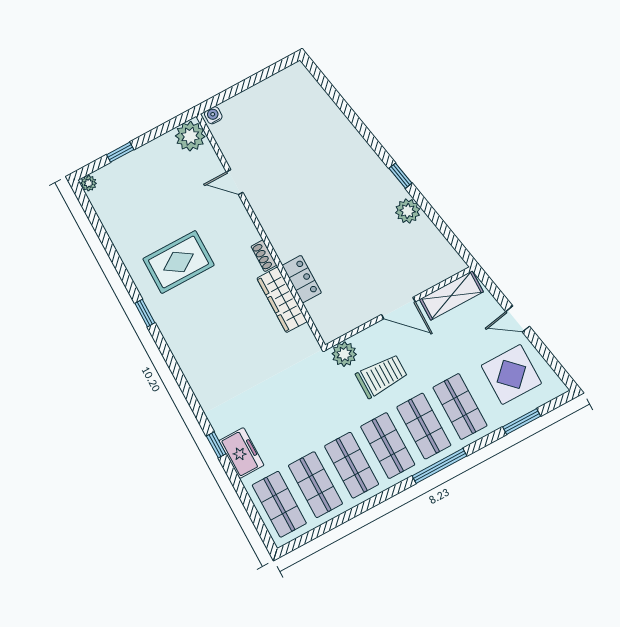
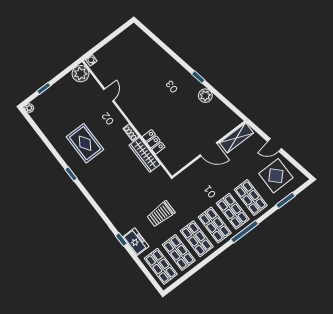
door: (235, 182) -> (109, 95), swing flipped
rug: (179, 262) -> (85, 143), turned 90
plant: (344, 354) -> (183, 179), removed
trolley: (382, 376) -> (161, 214), moved, turned 180

